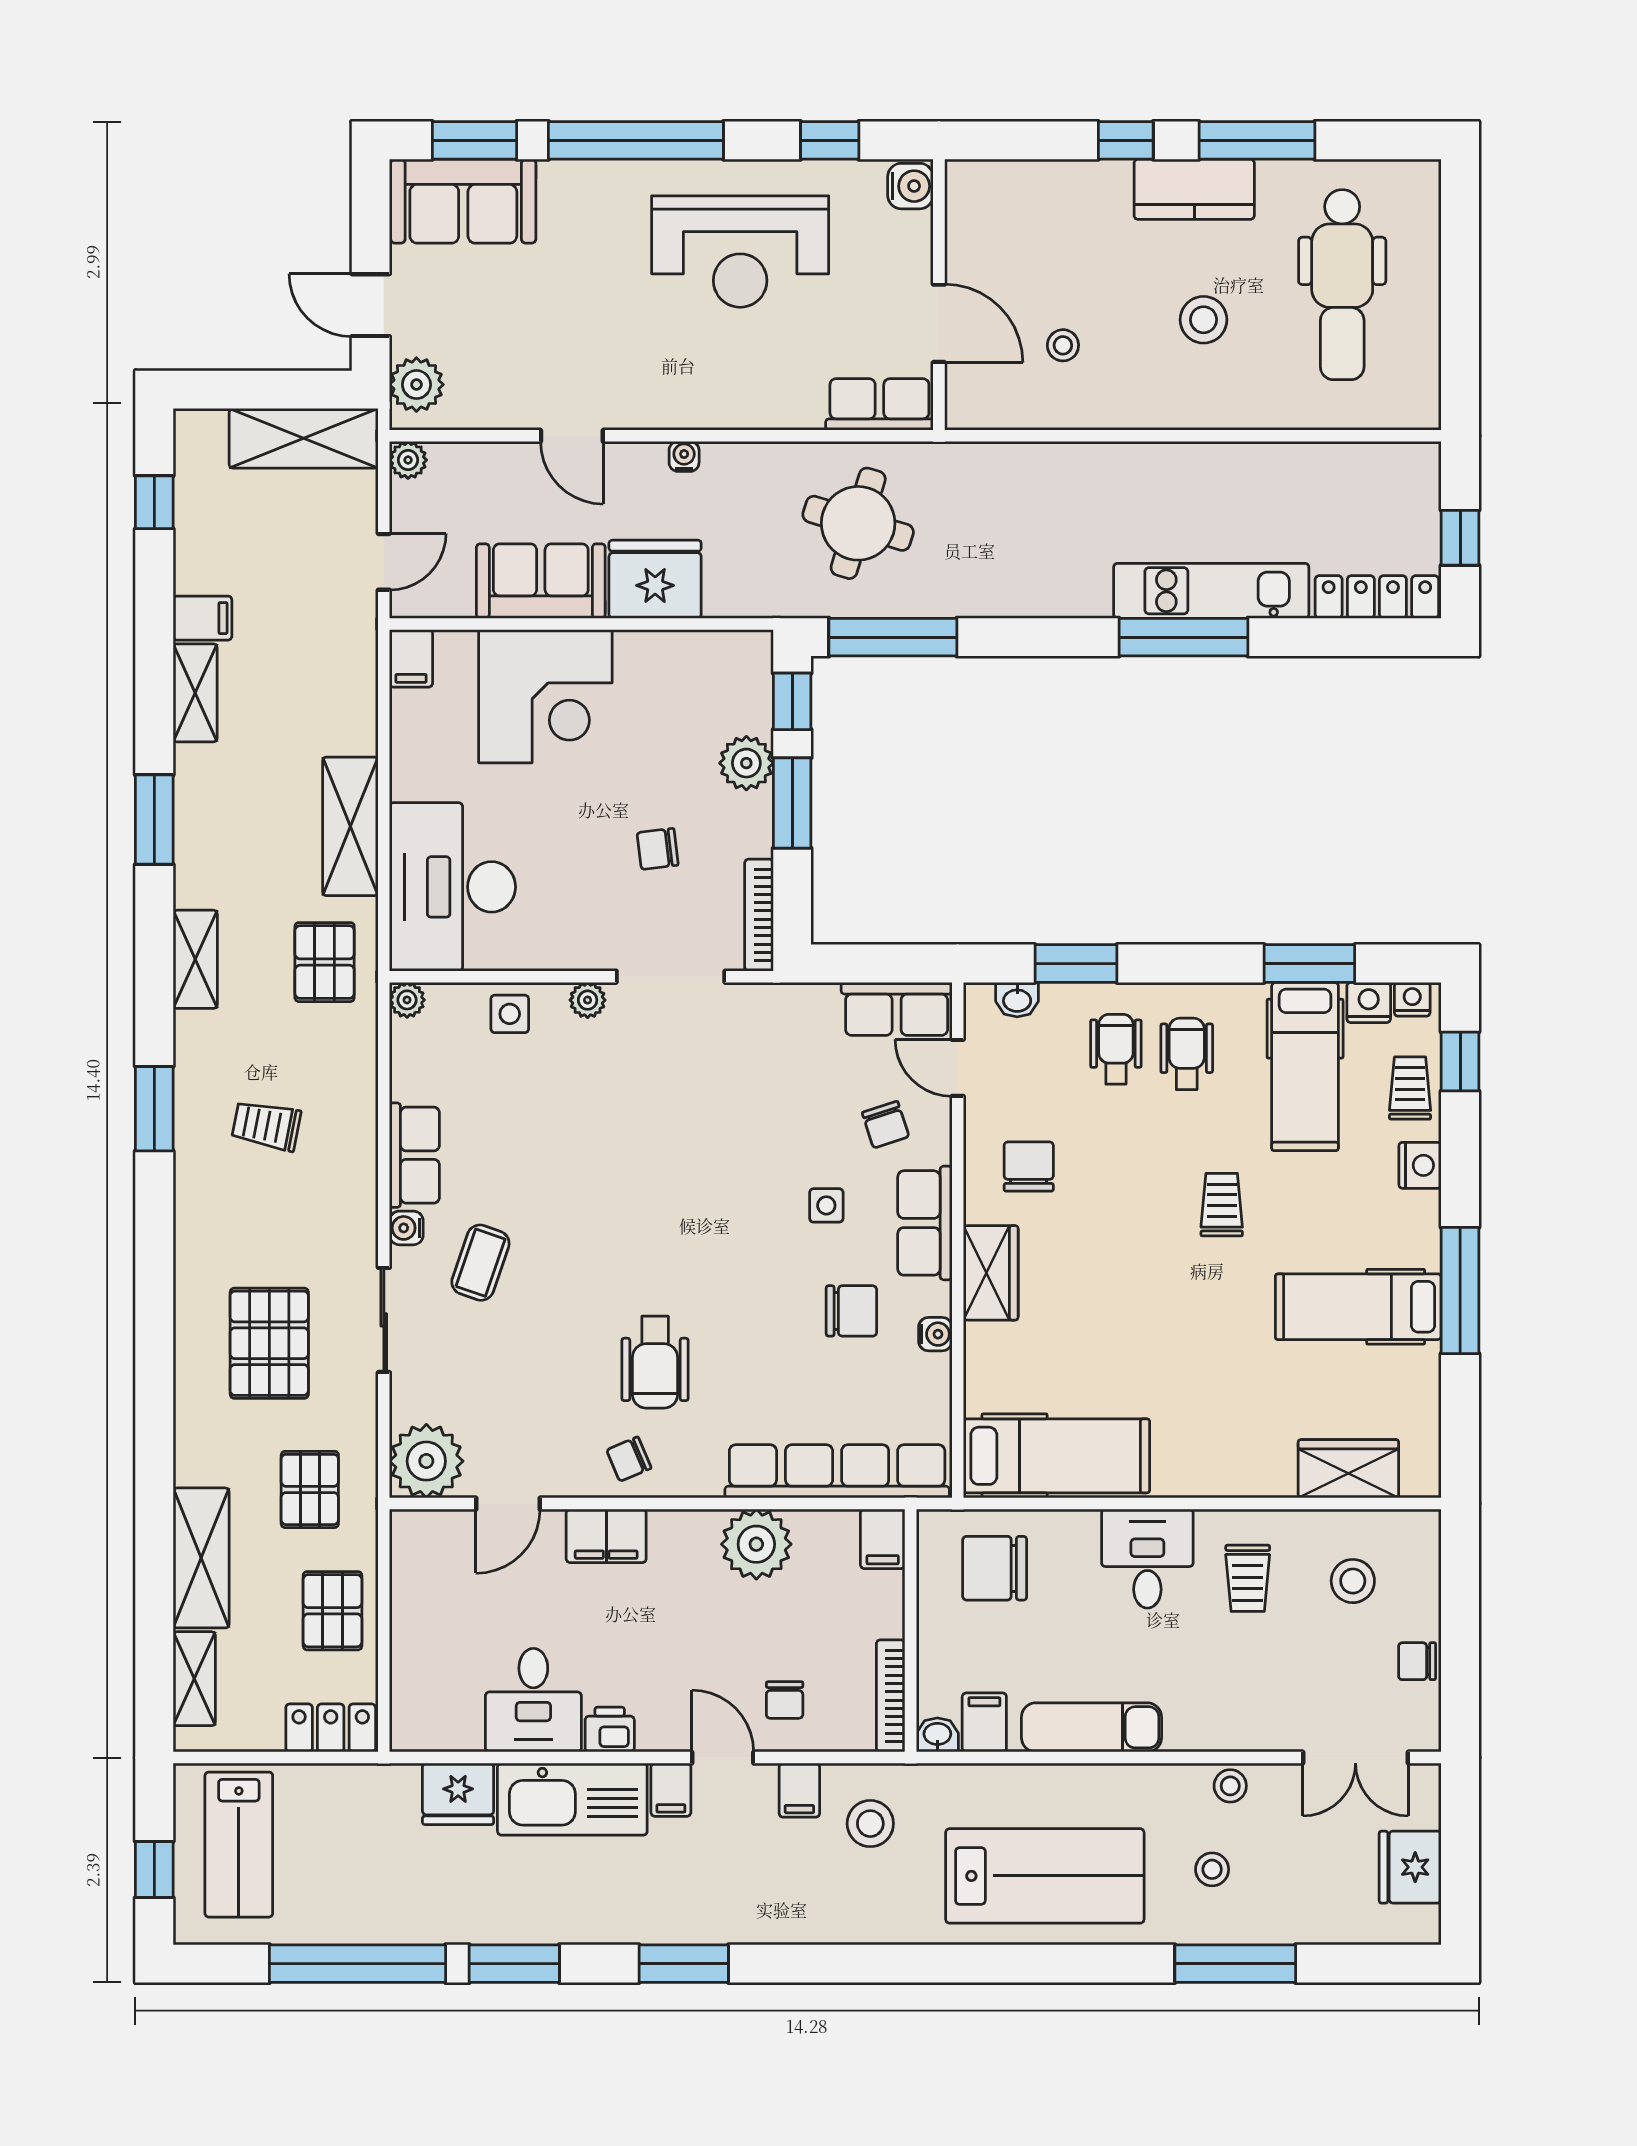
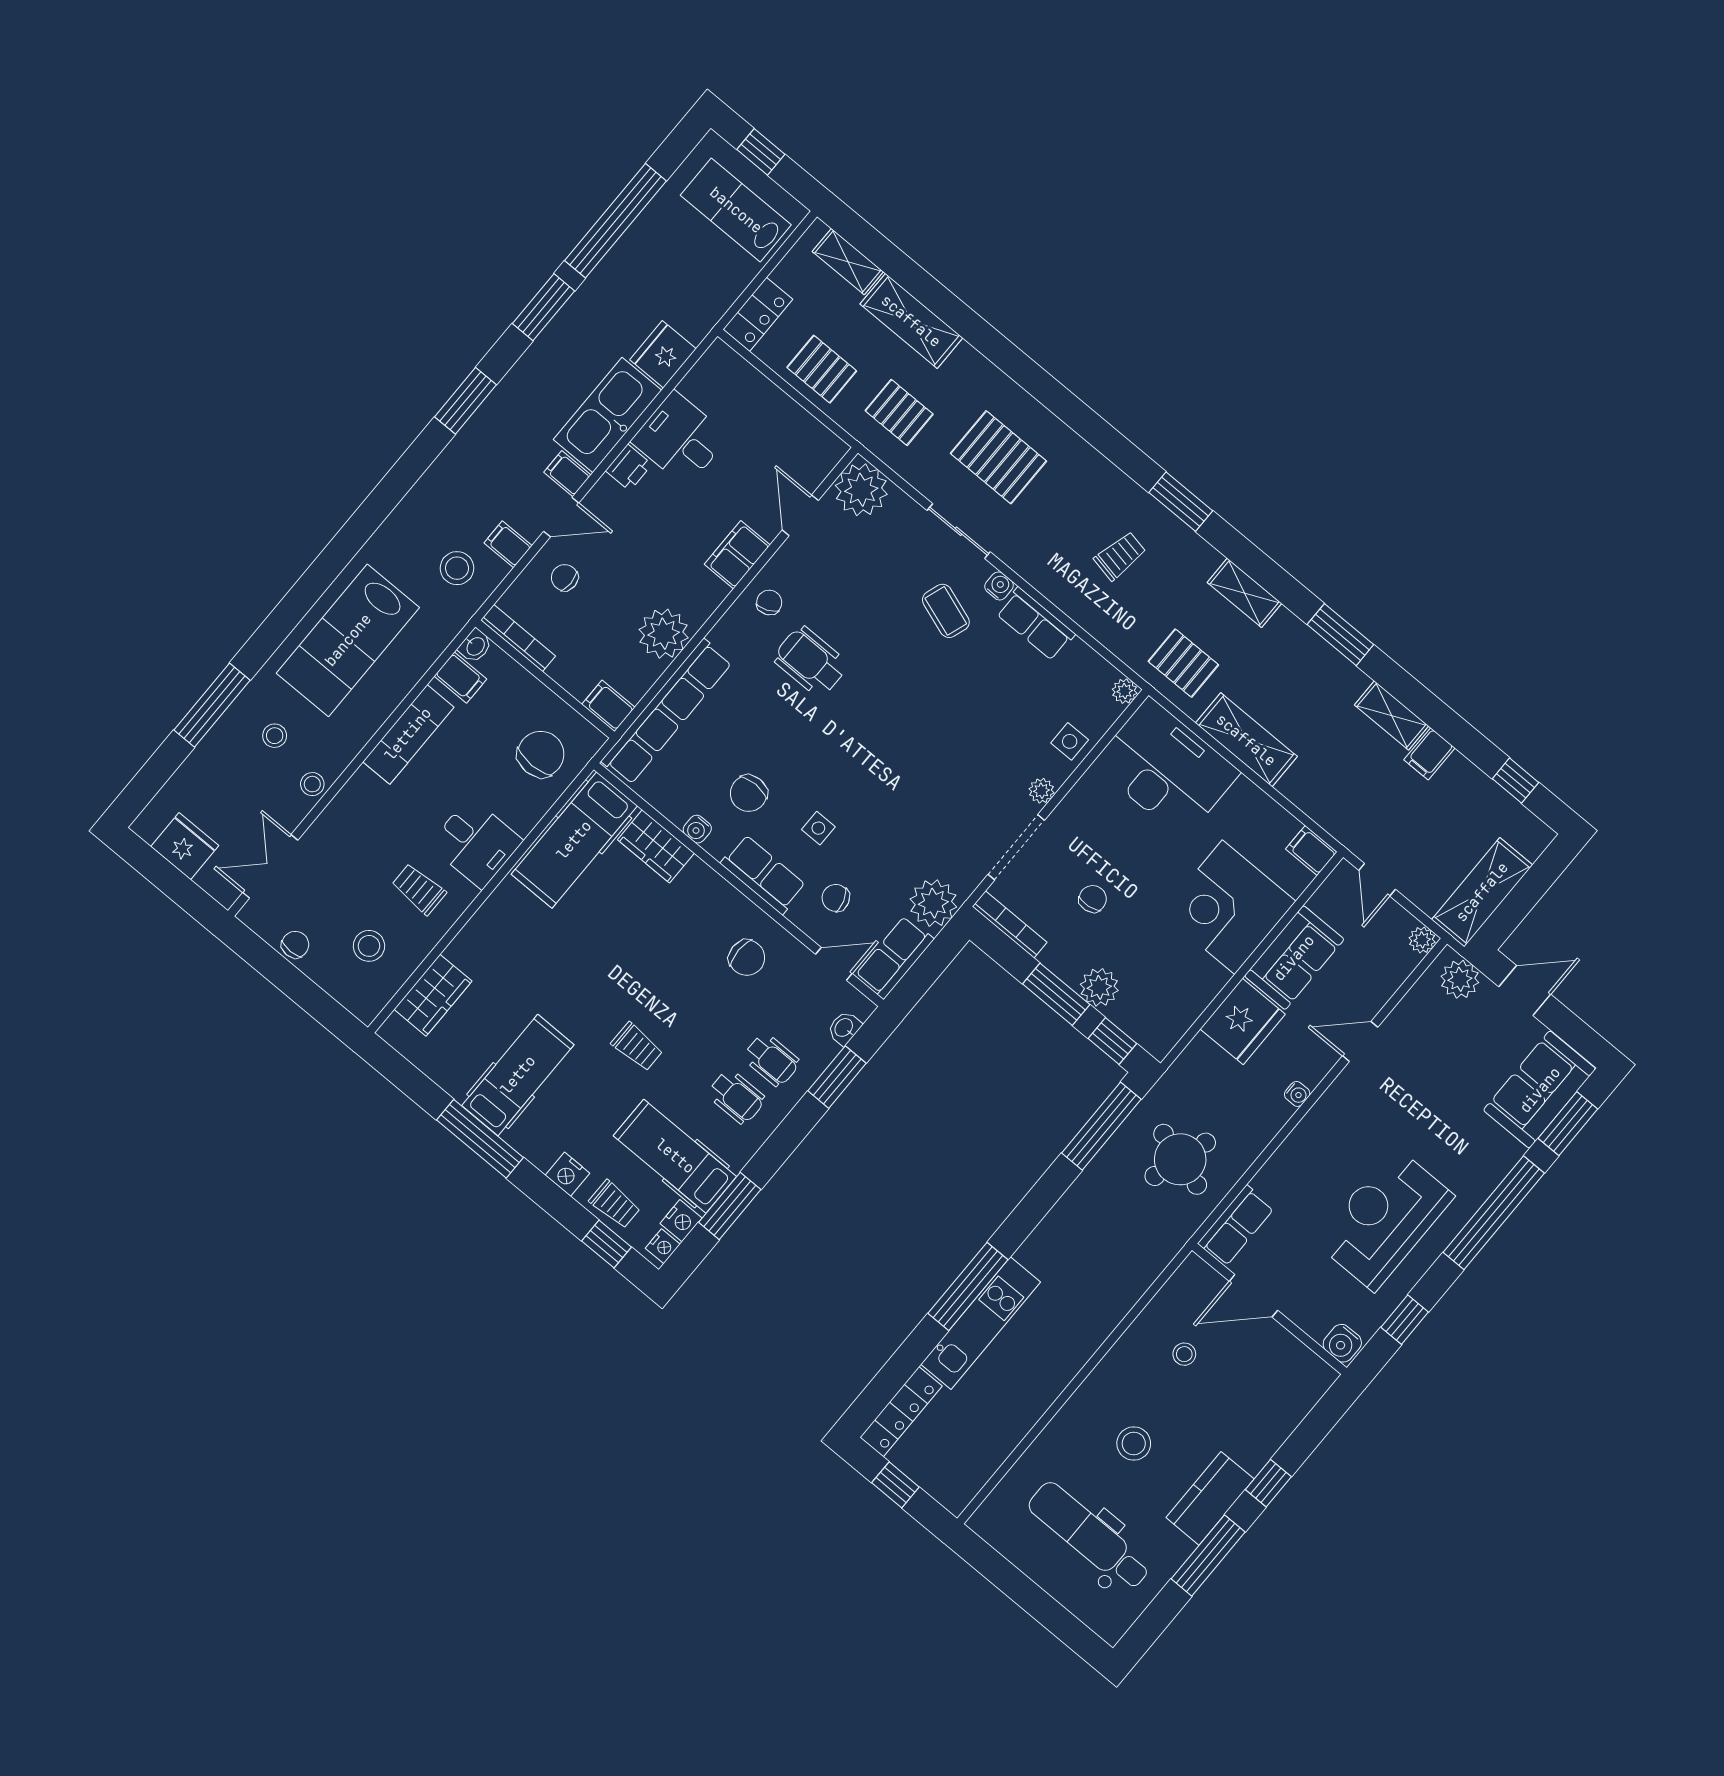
plant: (804, 1016) -> (933, 903), added
wardrobe: (991, 1273) -> (656, 846), moved

